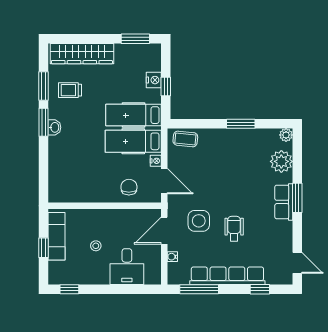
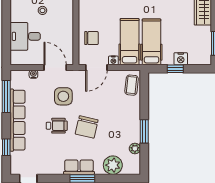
plant: (286, 135) -> (135, 148), moved
chair: (236, 193) -> (87, 127), added

